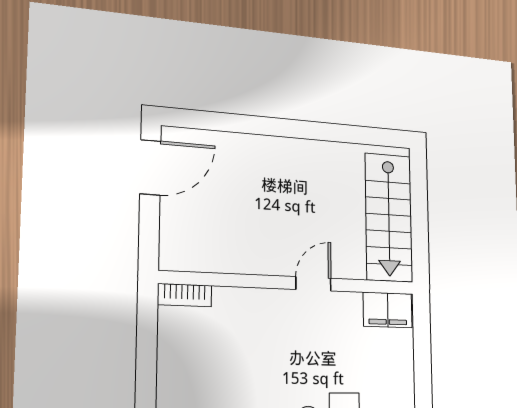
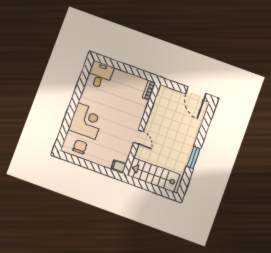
window: (314, 131) -> (194, 158), added
filing cabinet: (388, 310) -> (119, 166), width x0.50

